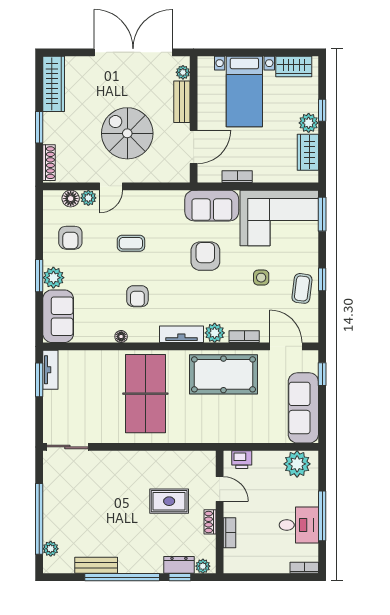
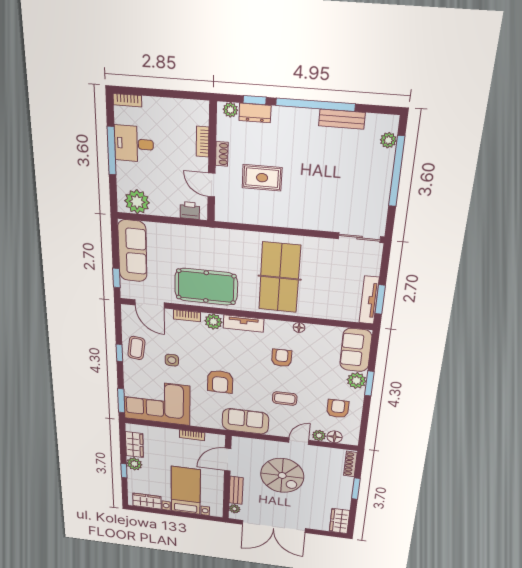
wardrobe: (54, 84) -> (340, 521), width x0.67
sofa: (212, 206) -> (245, 421), moved
tv unit: (50, 370) -> (369, 300), width x1.41

